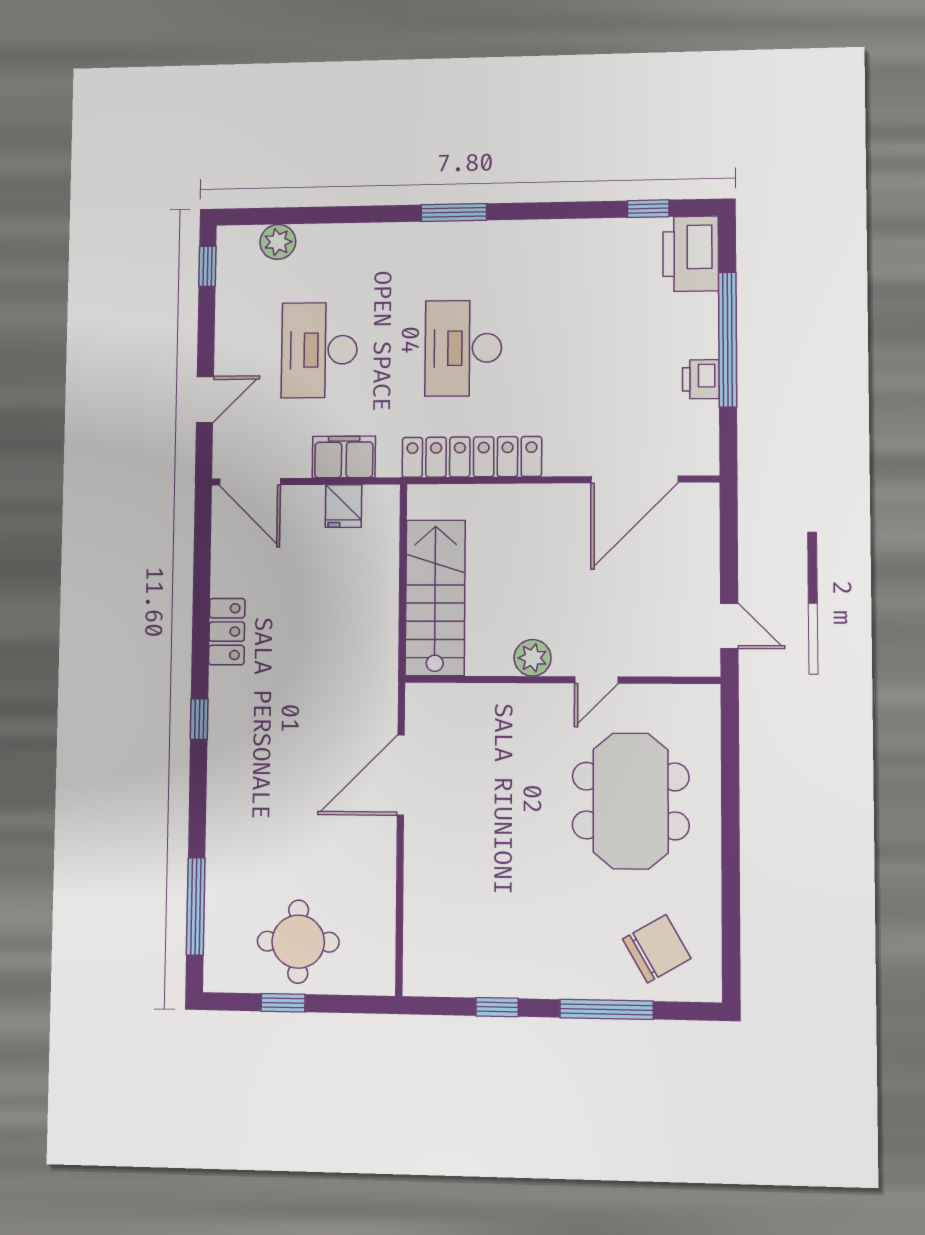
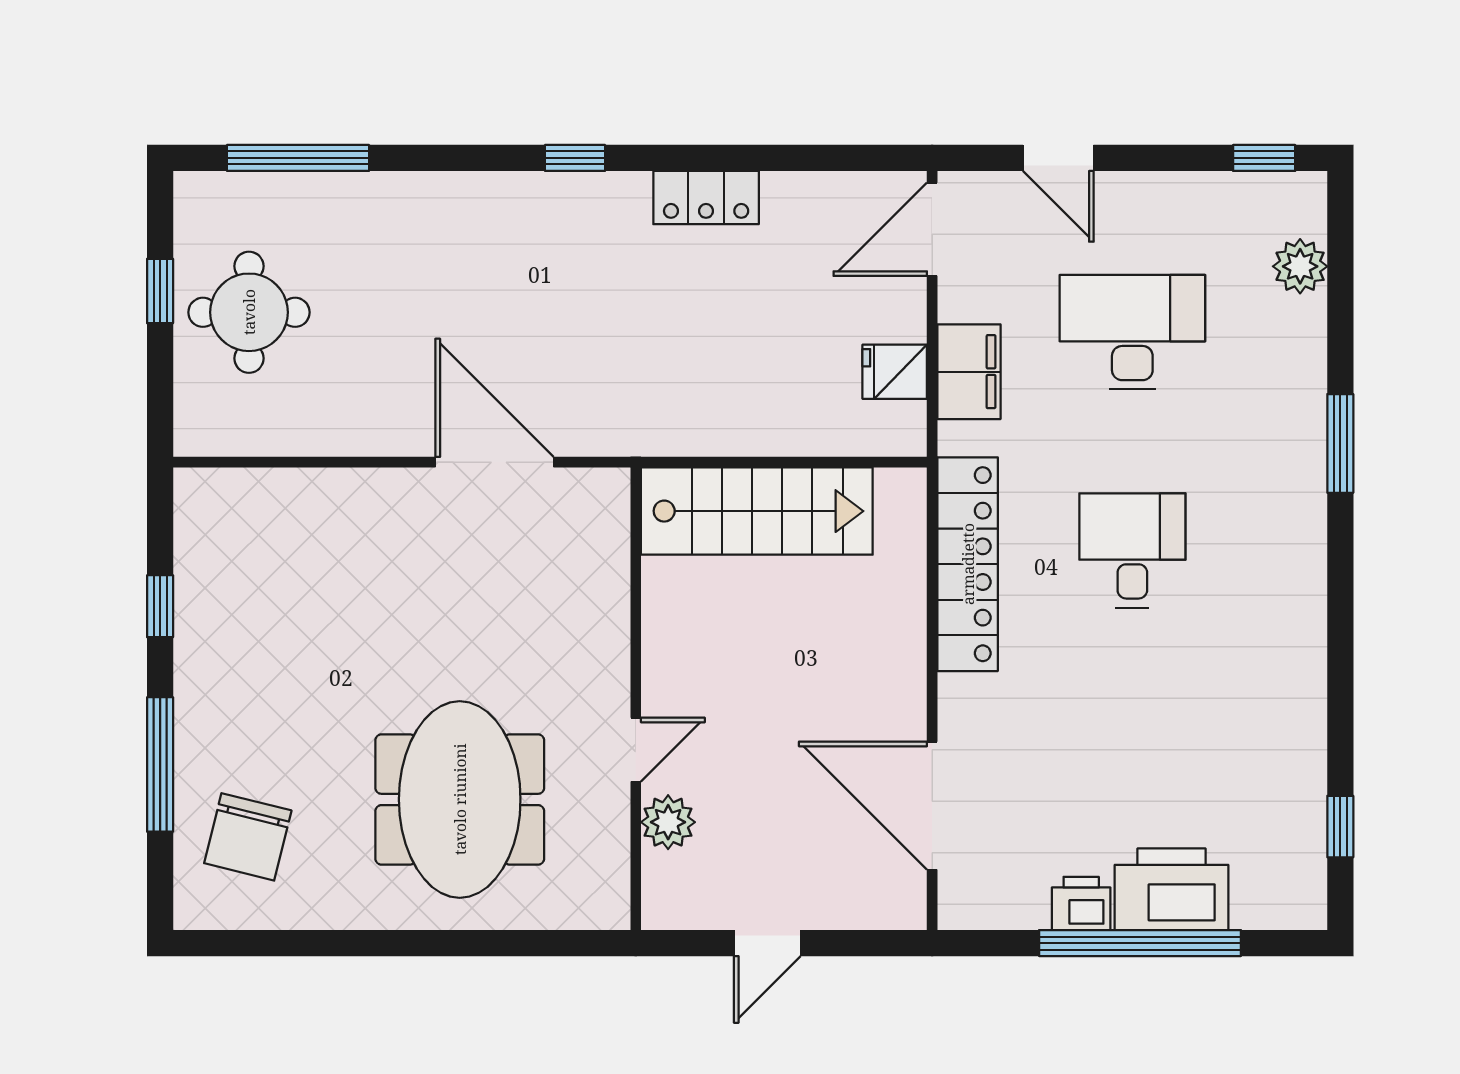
window: (454, 212) -> (1340, 443), moved
printer: (691, 254) -> (1171, 889), moved
desk: (463, 348) -> (1132, 551), width x0.73
door: (729, 626) -> (767, 943), moved
plant: (533, 658) -> (668, 822), moved
door: (596, 680) -> (636, 750), swing flipped
meeting table: (631, 801) -> (460, 799), turned 90
chair: (657, 949) -> (248, 837), turned 44

